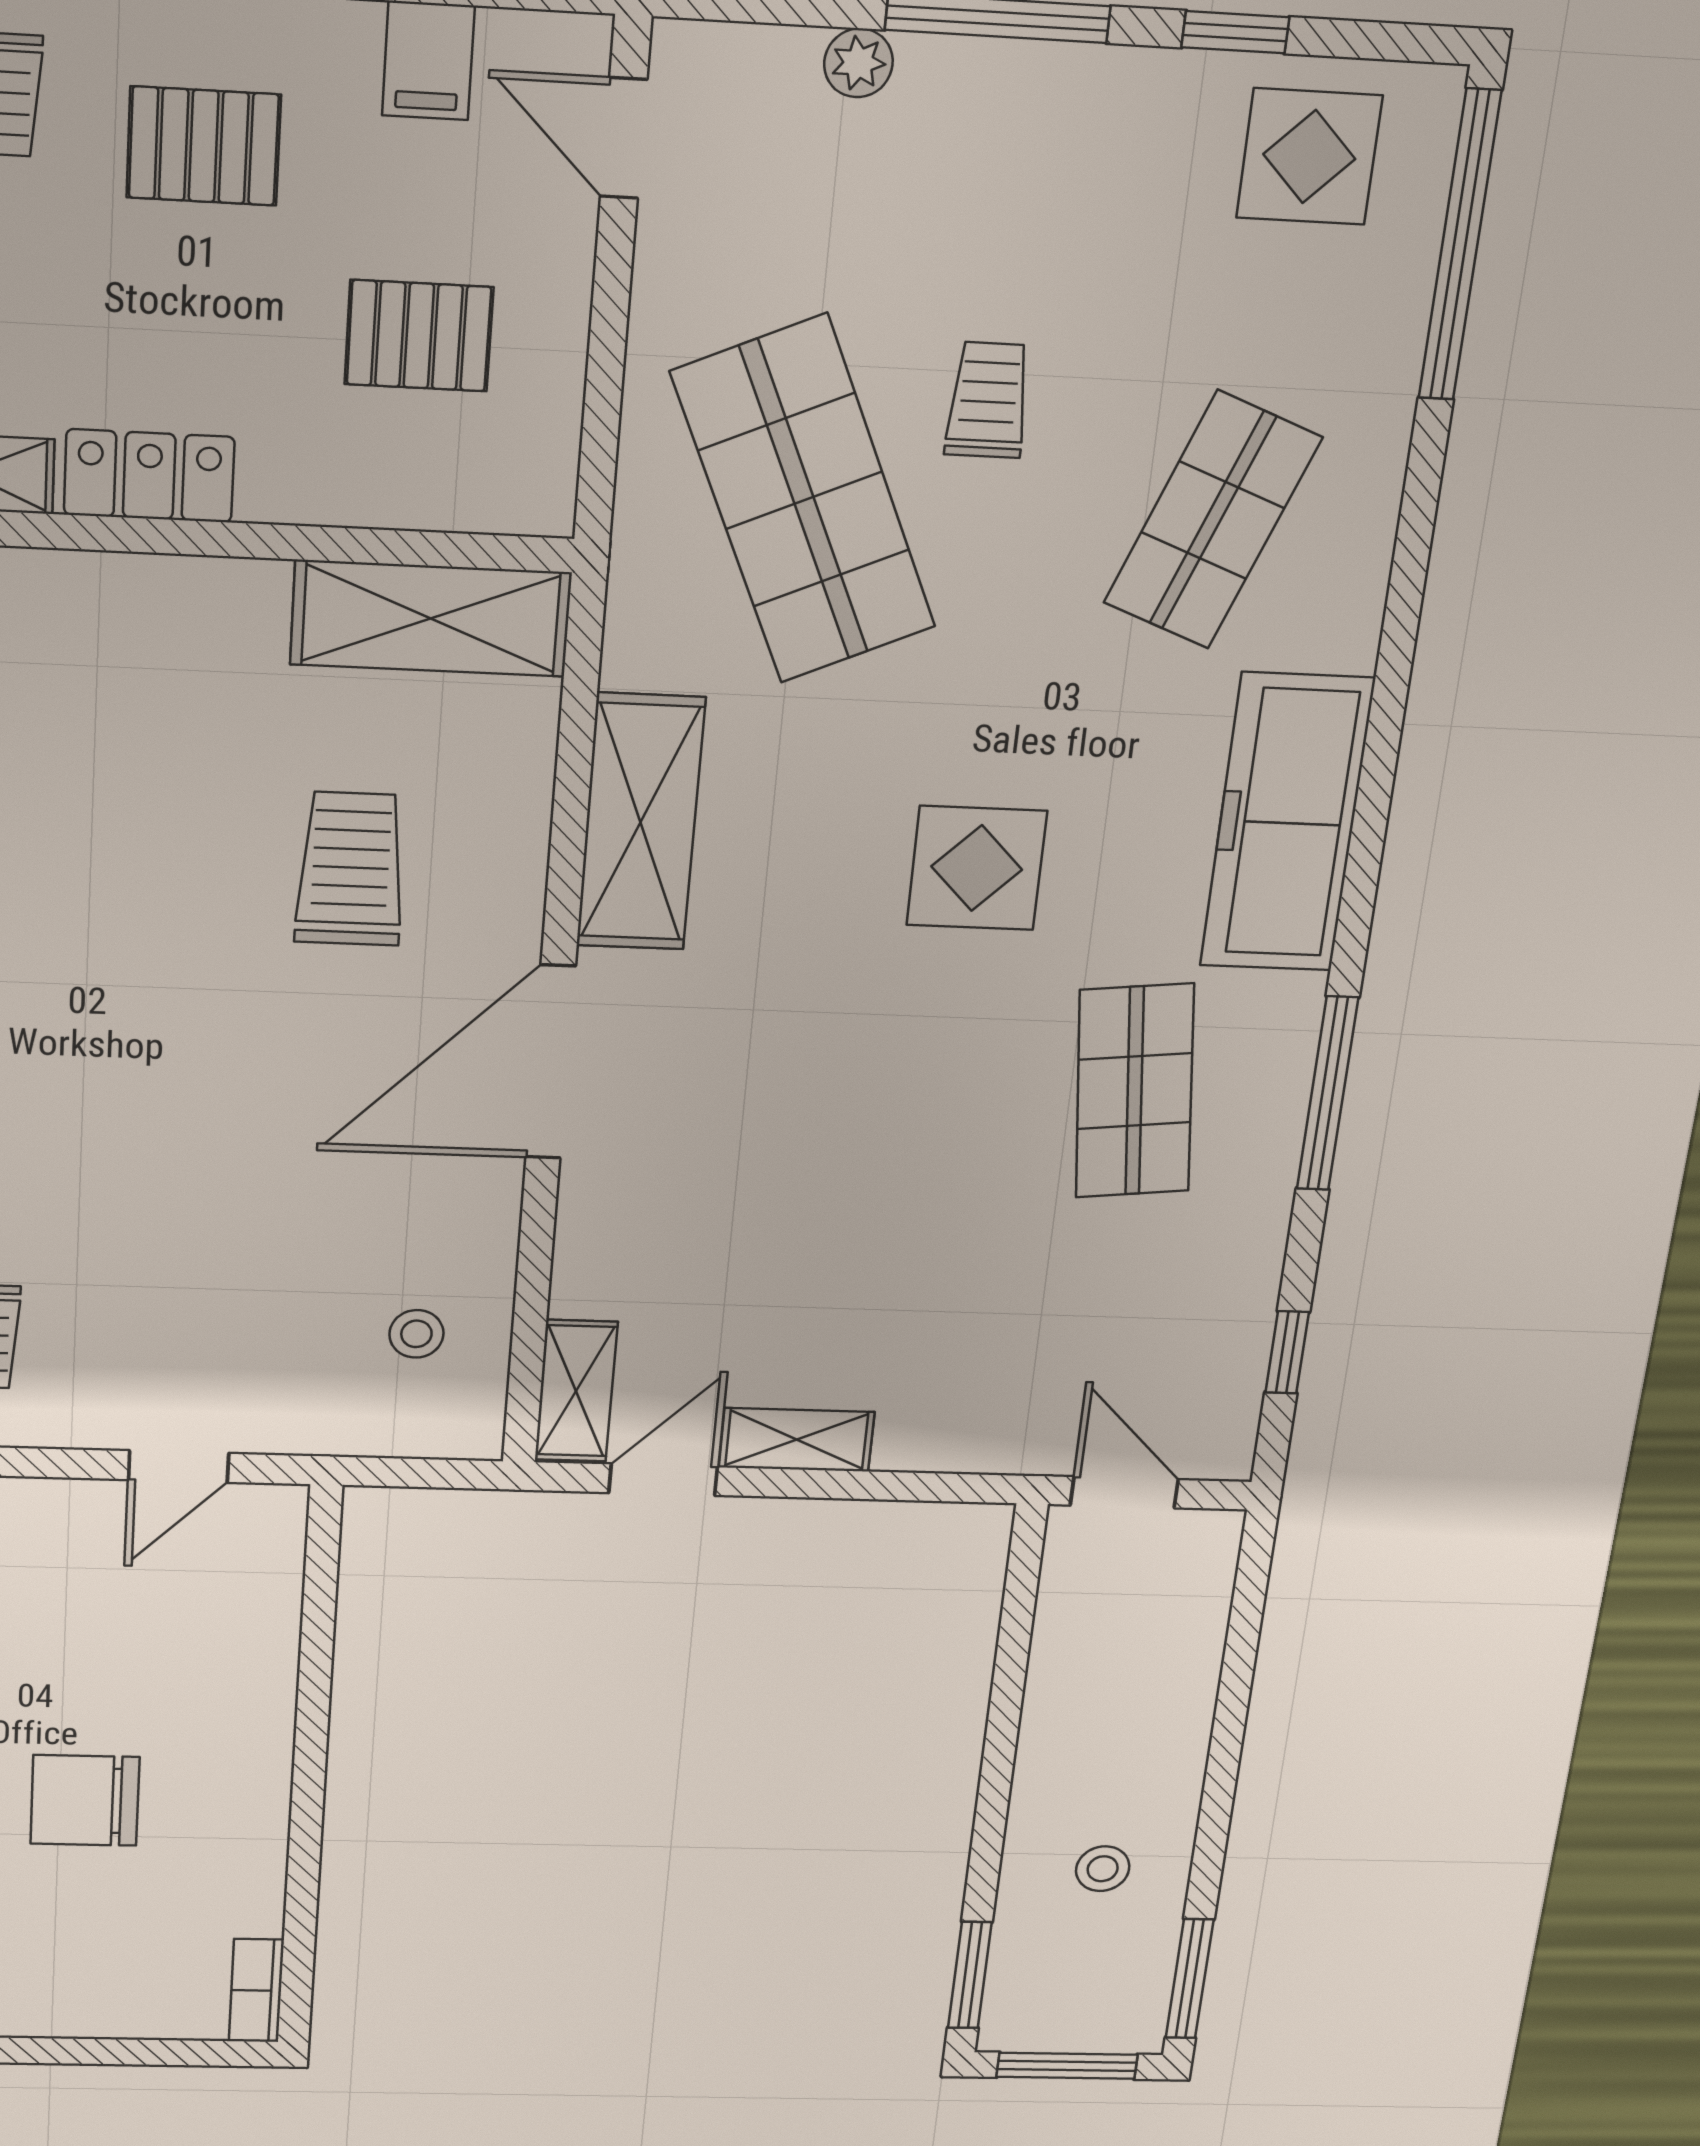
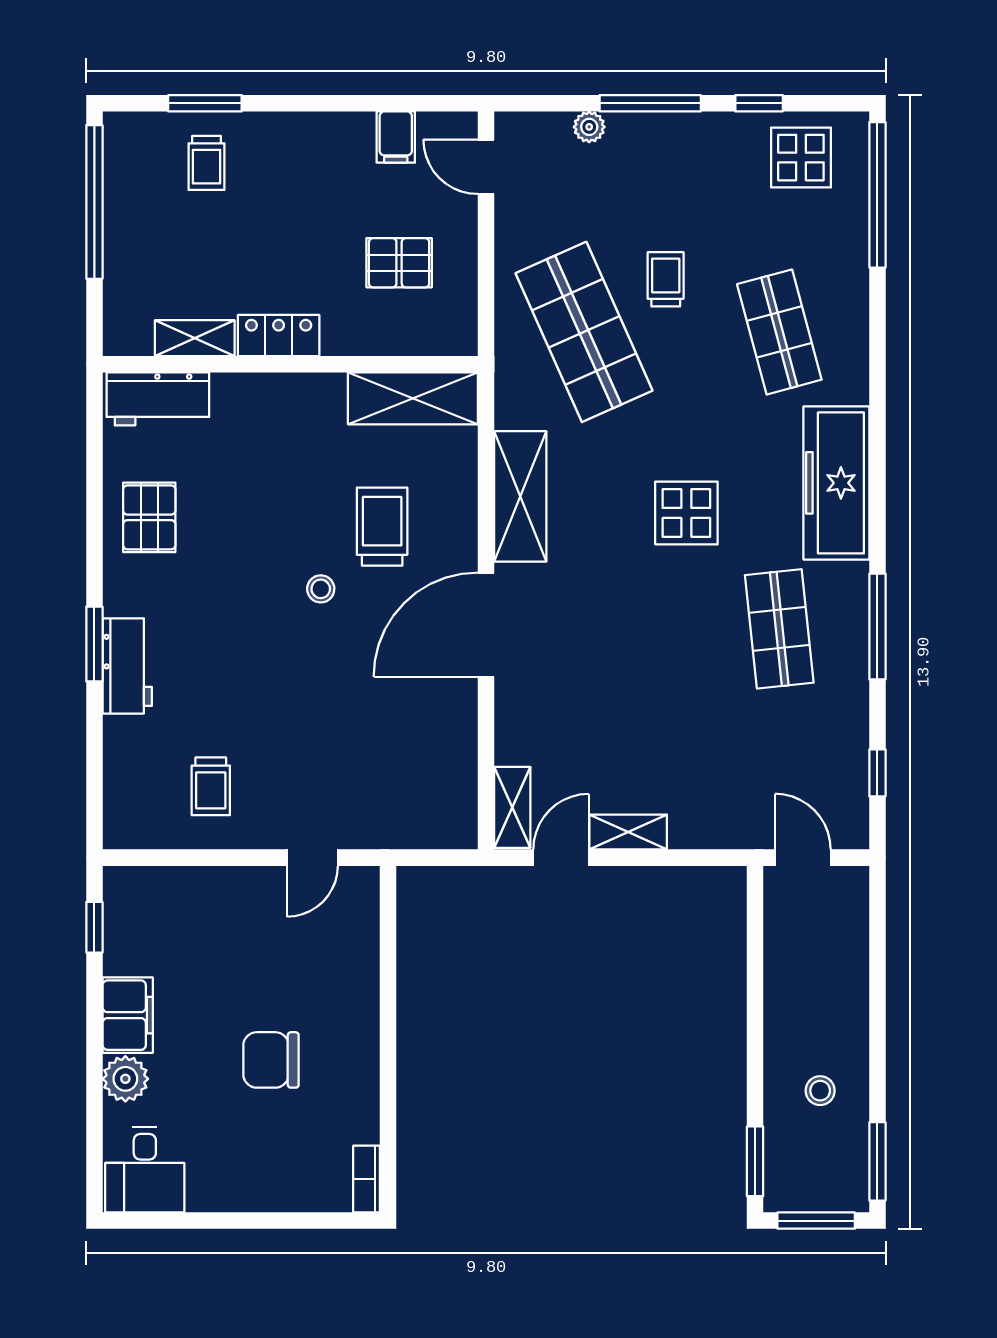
pallet: (204, 146) -> (297, 181), removed
shop shelf: (1213, 520) -> (779, 332), turned -36
stool: (416, 1334) -> (321, 589), moved

